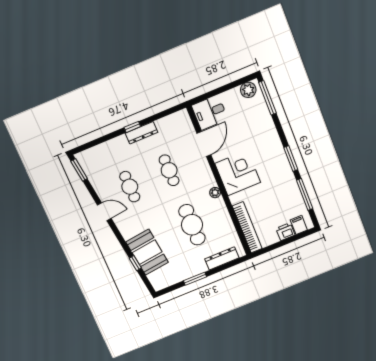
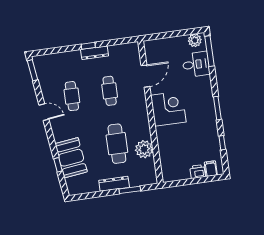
desk: (210, 112) -> (196, 64), moved, turned 180
plant: (215, 193) -> (144, 149), moved, width x1.88, depth x1.88
window: (305, 194) -> (222, 143), width x0.46
bookcase: (247, 227) -> (165, 159), removed
dresser: (222, 258) -> (114, 184), moved
window: (195, 279) -> (130, 190), moved

